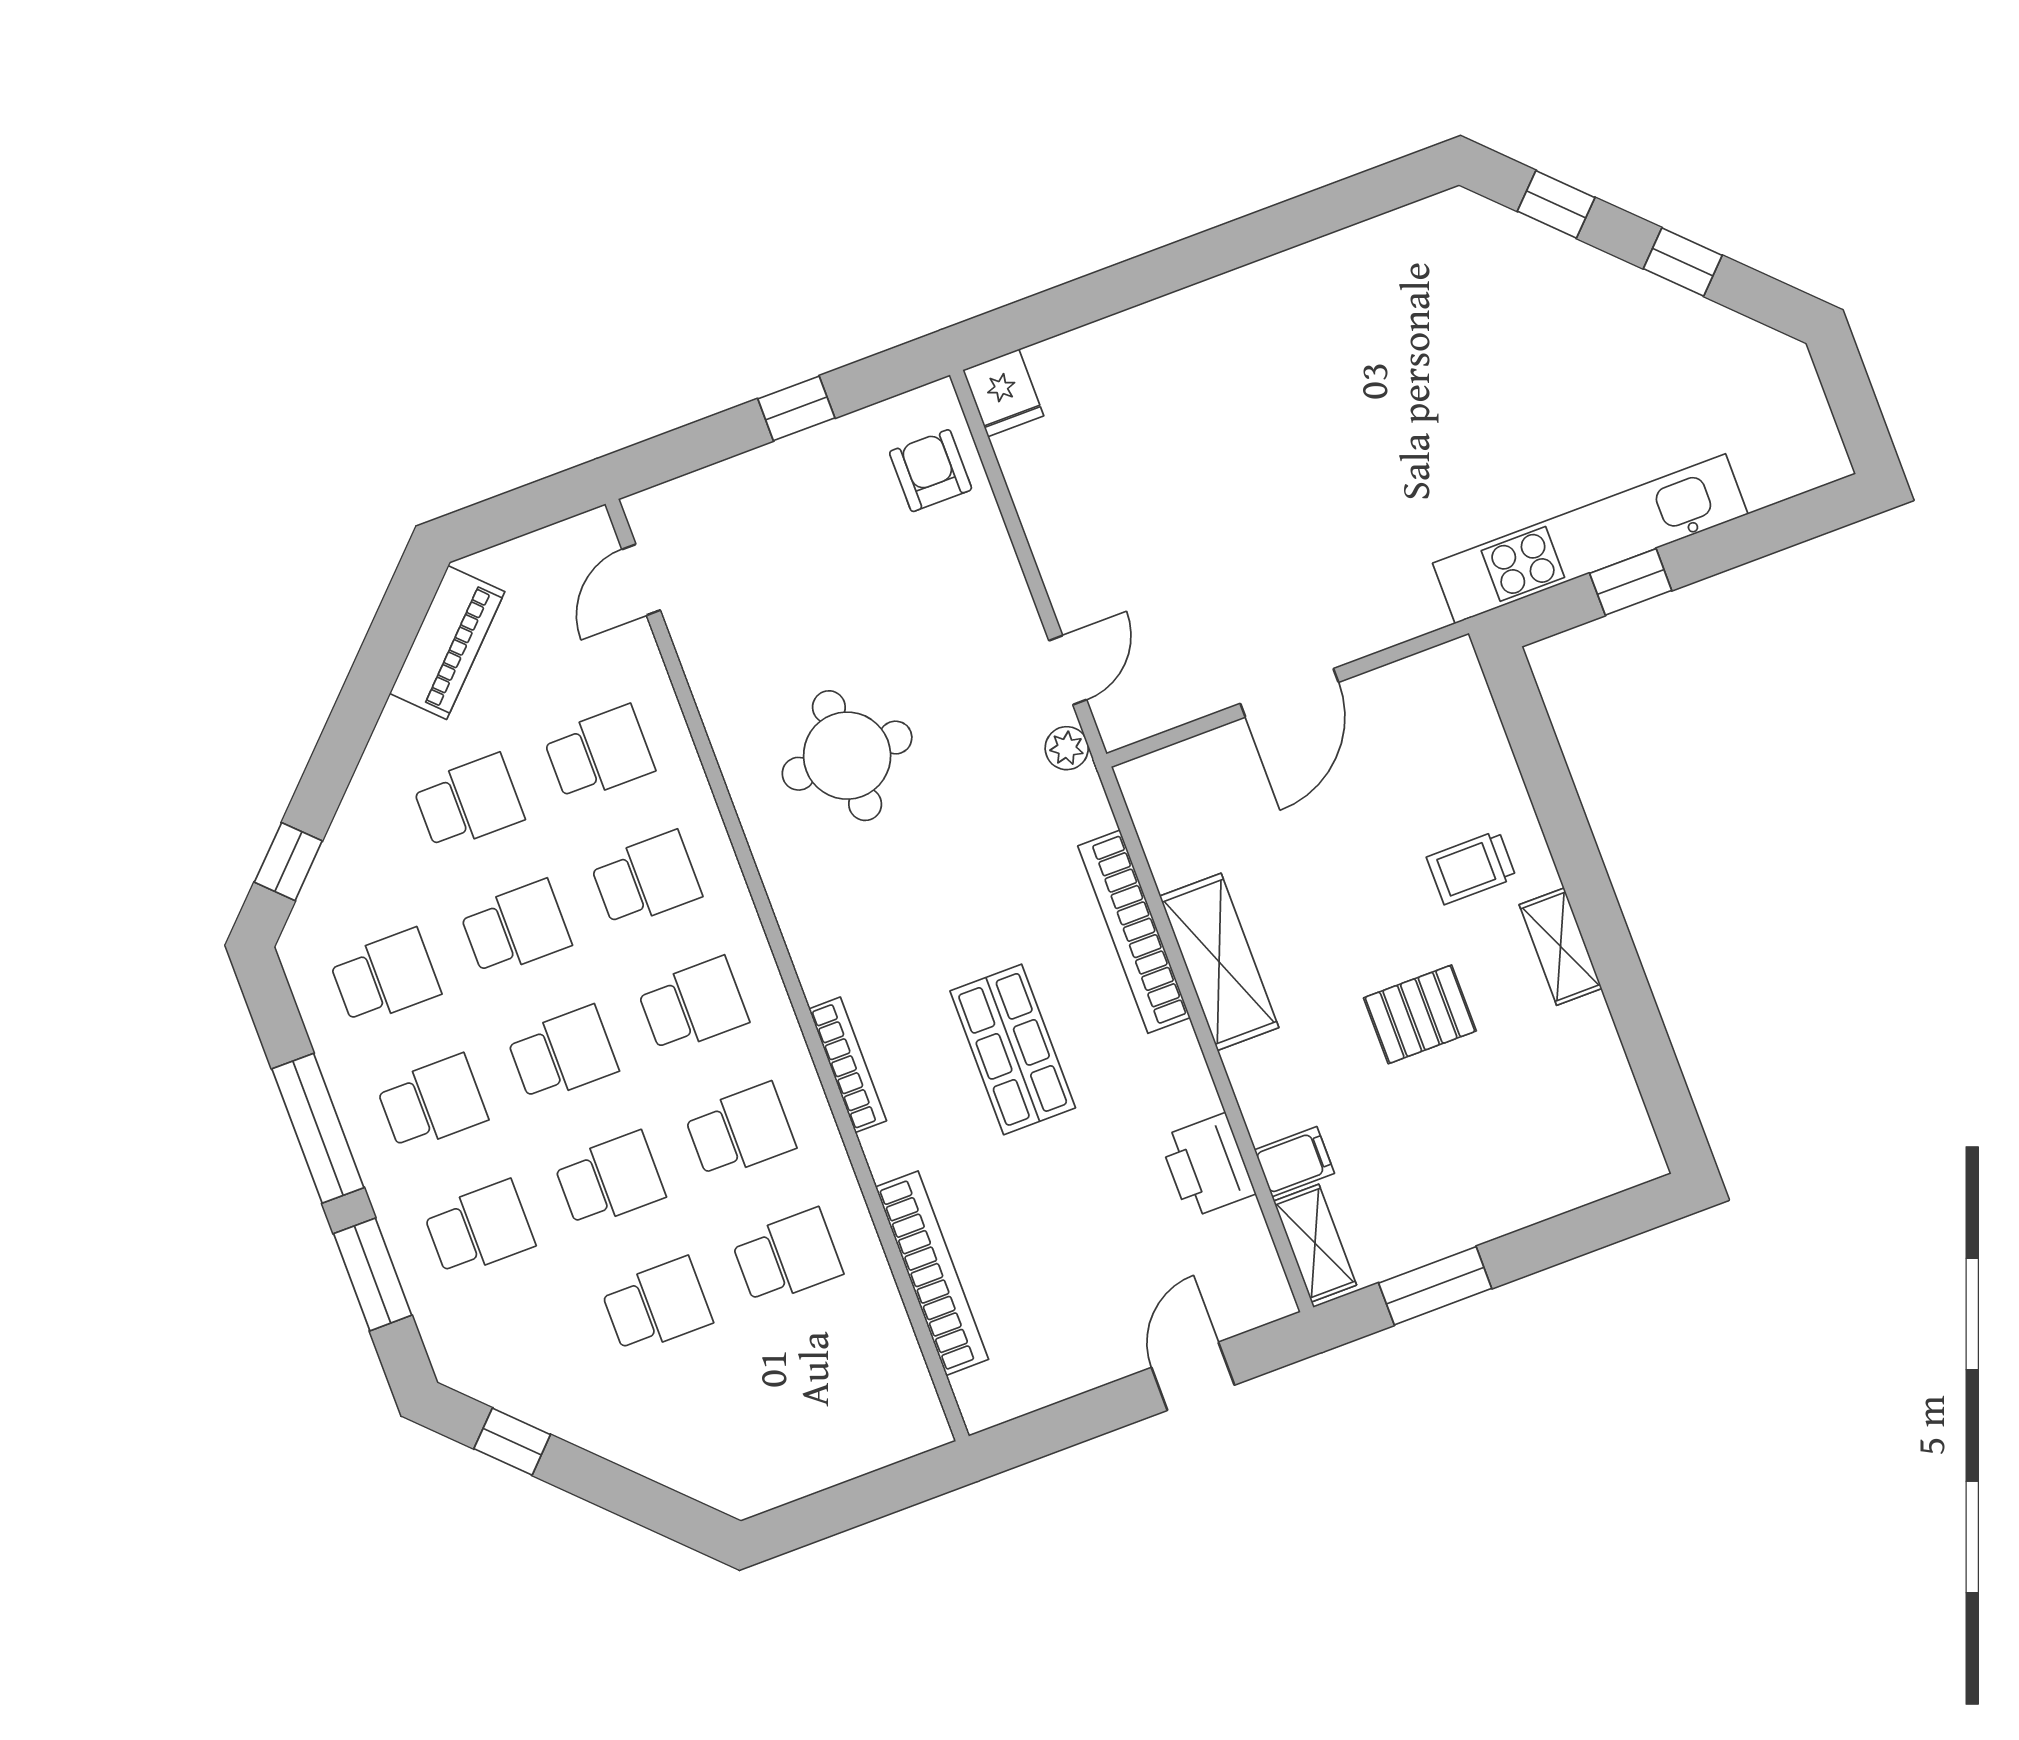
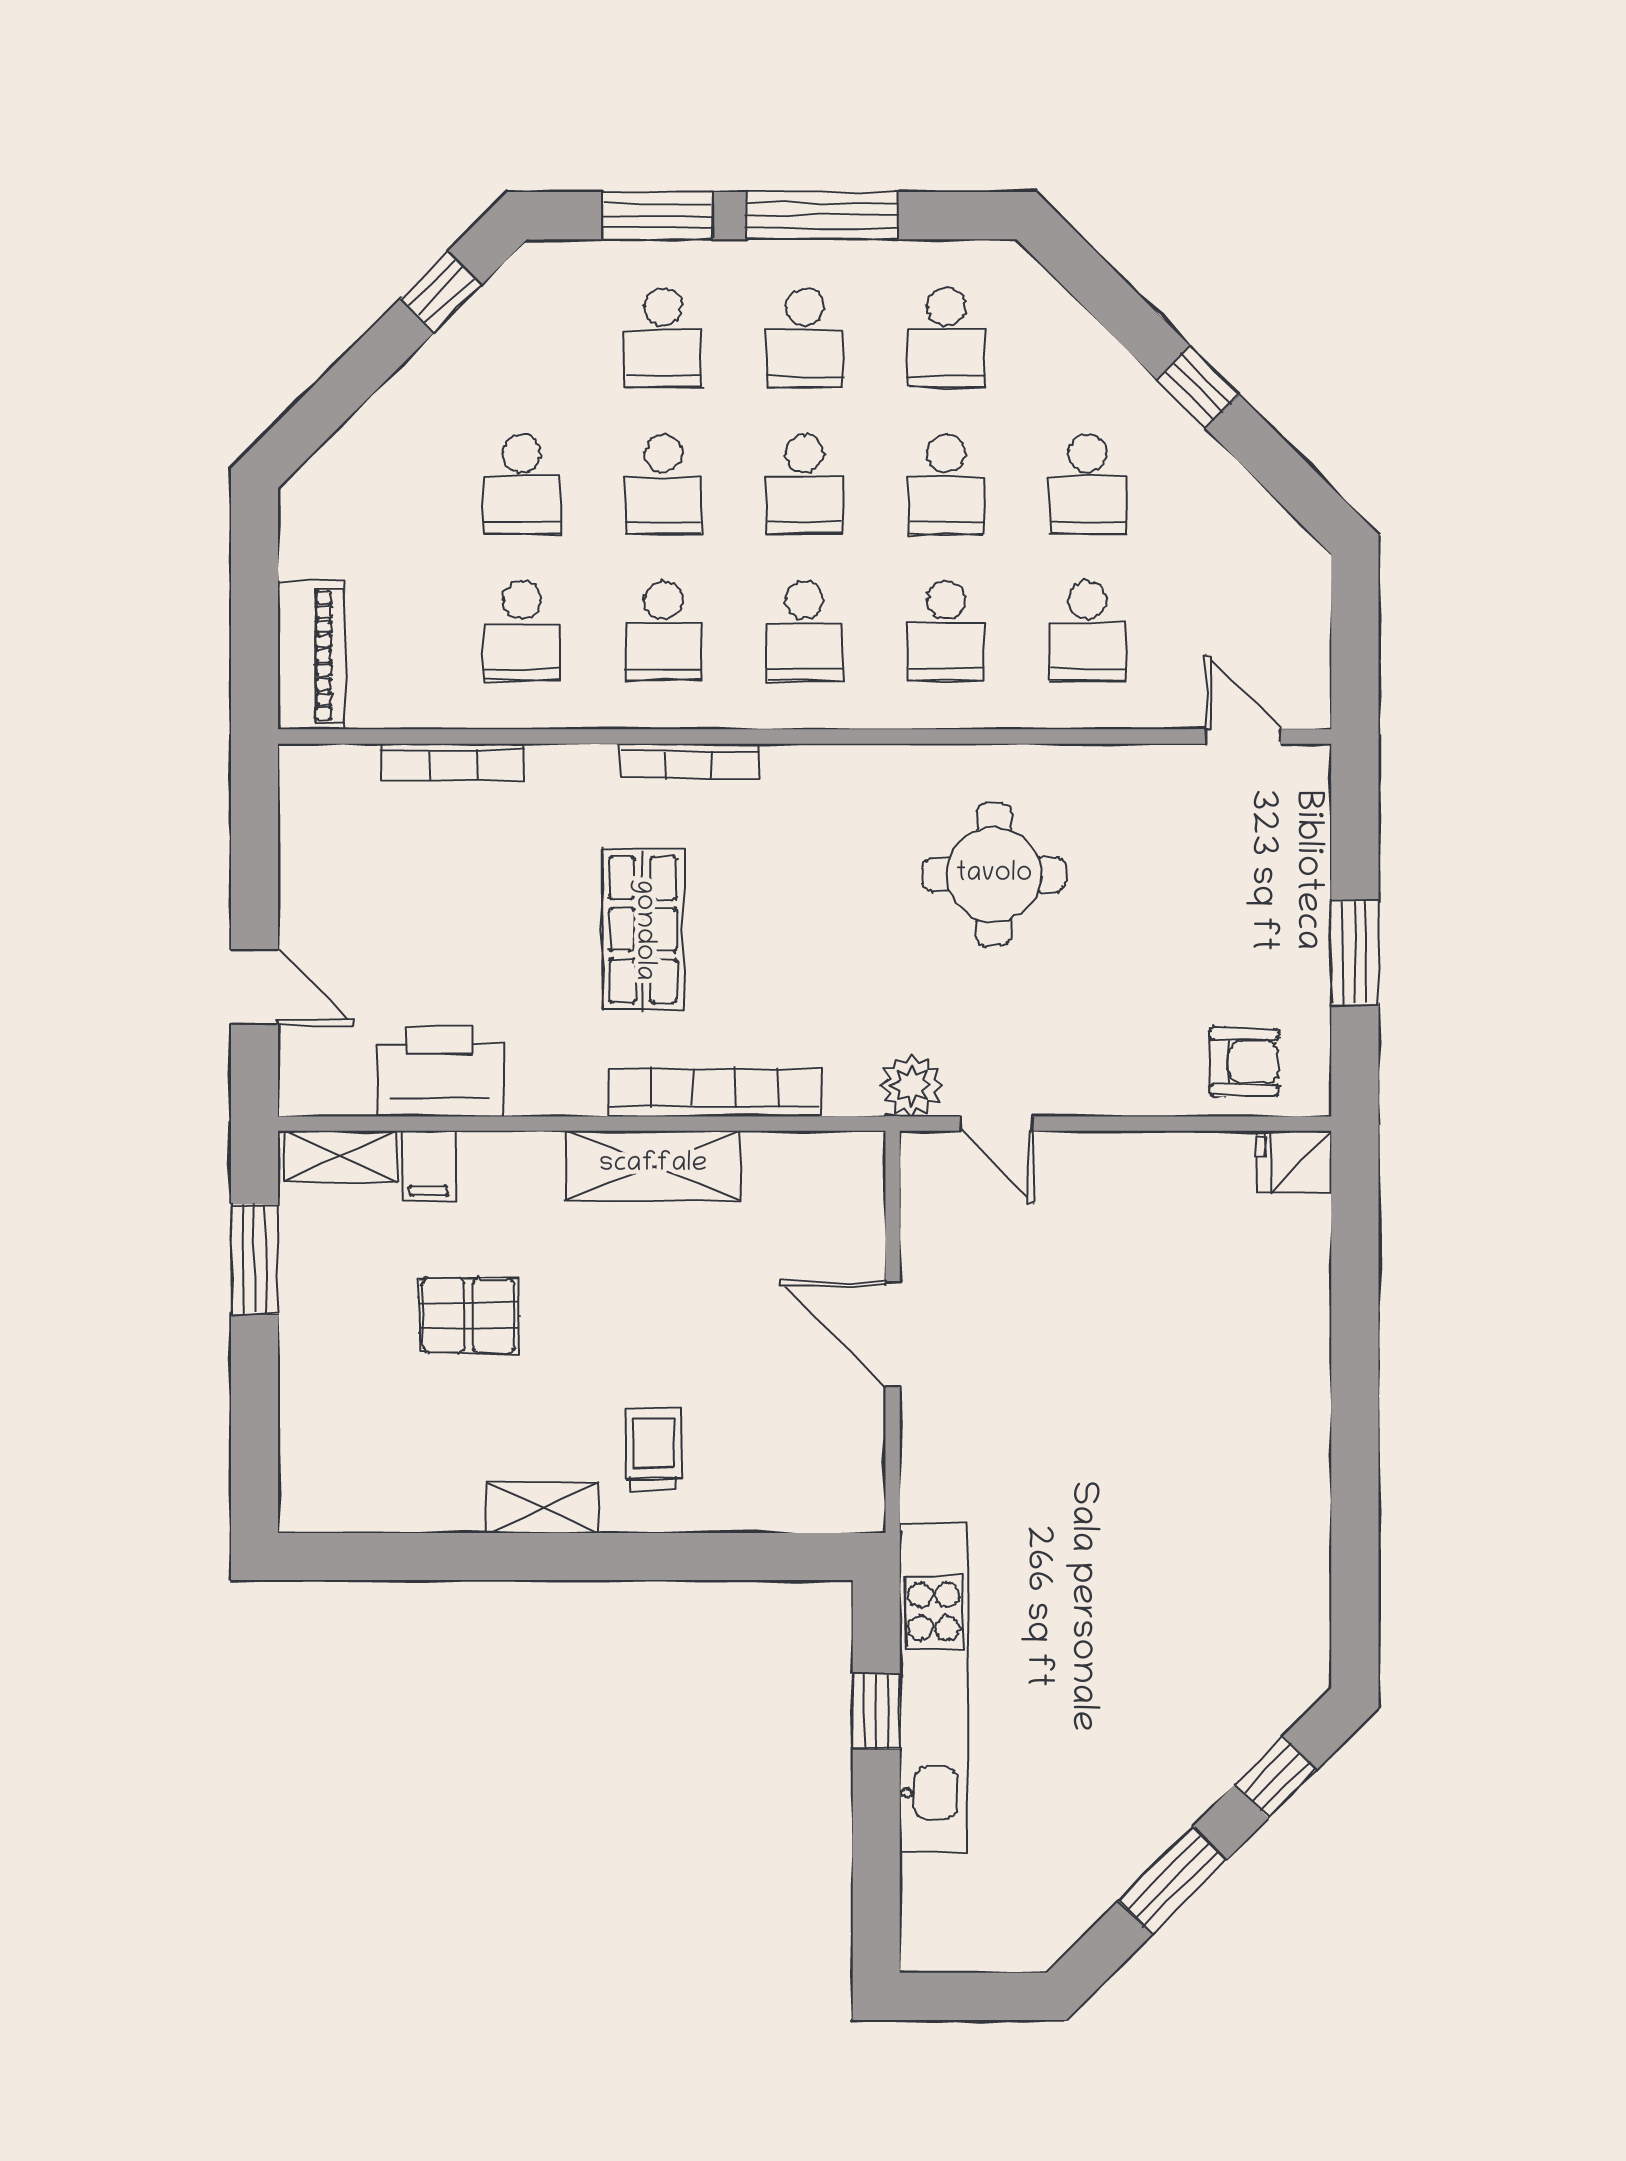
window: (1683, 262) -> (1172, 1880), width x1.50
window: (796, 408) -> (1355, 953), width x1.50
piano: (447, 642) -> (311, 655), moved, turned -135
plant: (1067, 748) -> (912, 1085), width x1.38, depth x1.38
window: (288, 862) -> (1198, 387), moved
pallet: (1420, 1014) -> (469, 1315), moved, turned 90
shop shelf: (1013, 1049) -> (643, 930), turned 90
printer: (1207, 1166) -> (440, 1071), width x1.37, depth x1.19
bookcase: (932, 1273) -> (452, 762), width x0.68, depth x0.76

